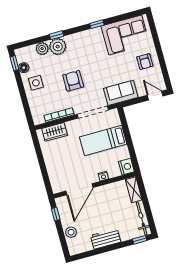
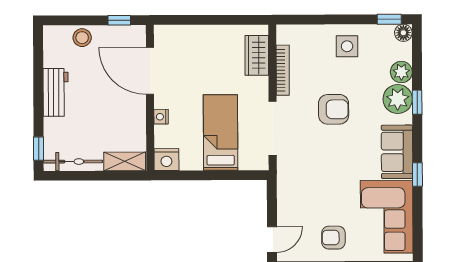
floor lamp: (24, 68) -> (403, 33), moved
sofa: (121, 93) -> (397, 152), moved, turned 180

